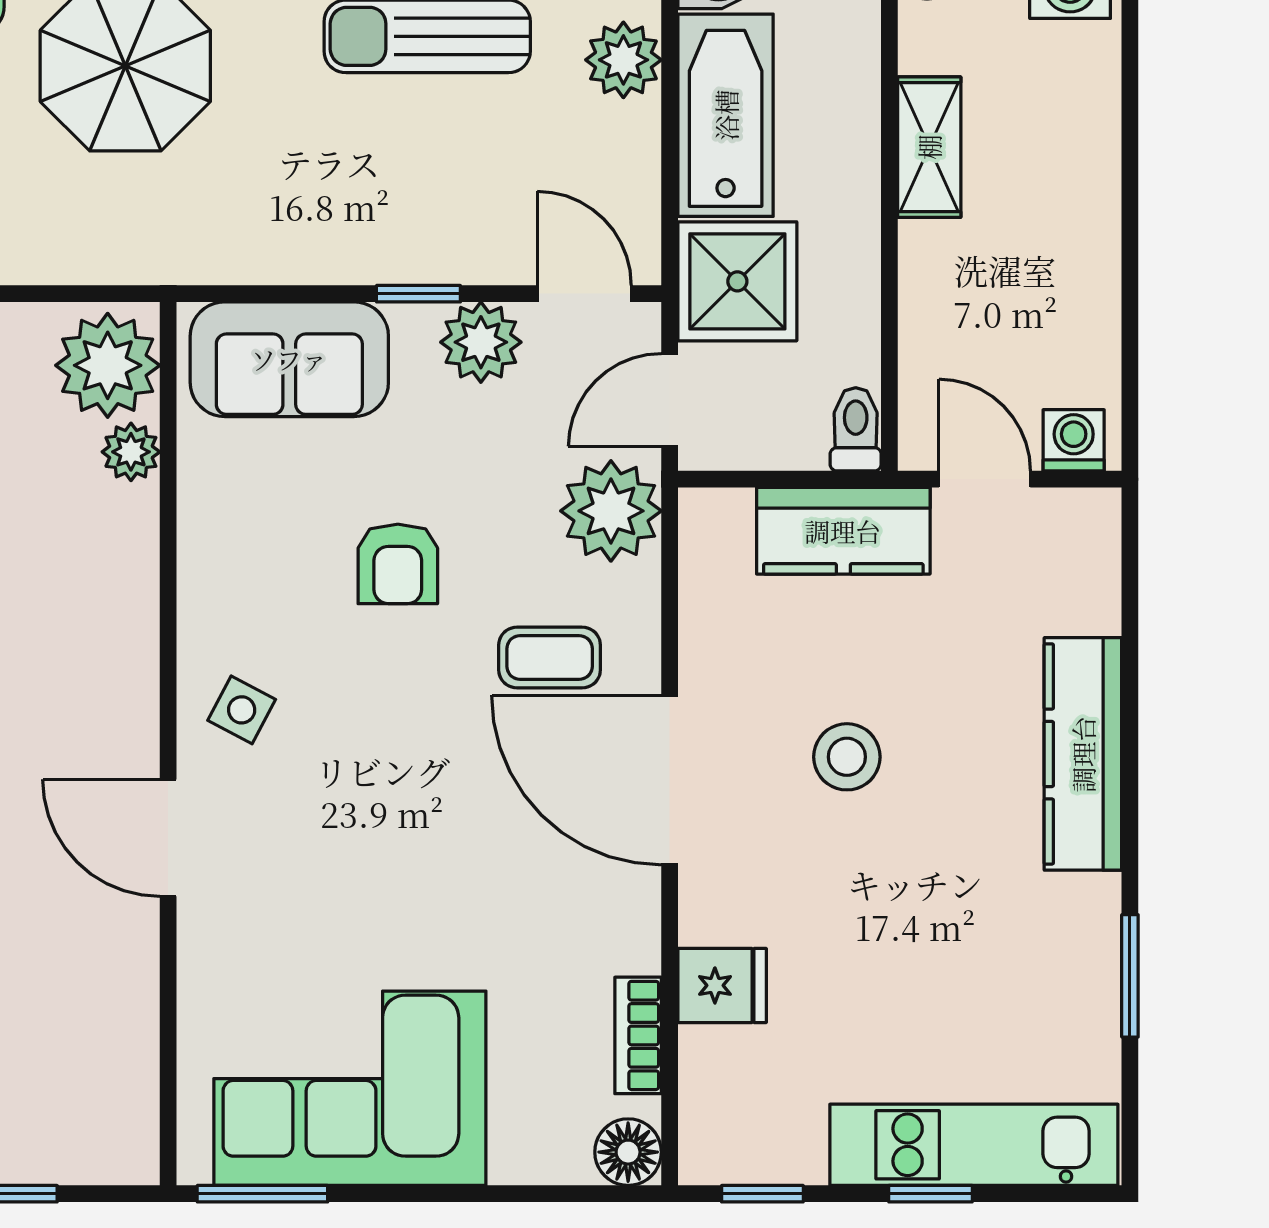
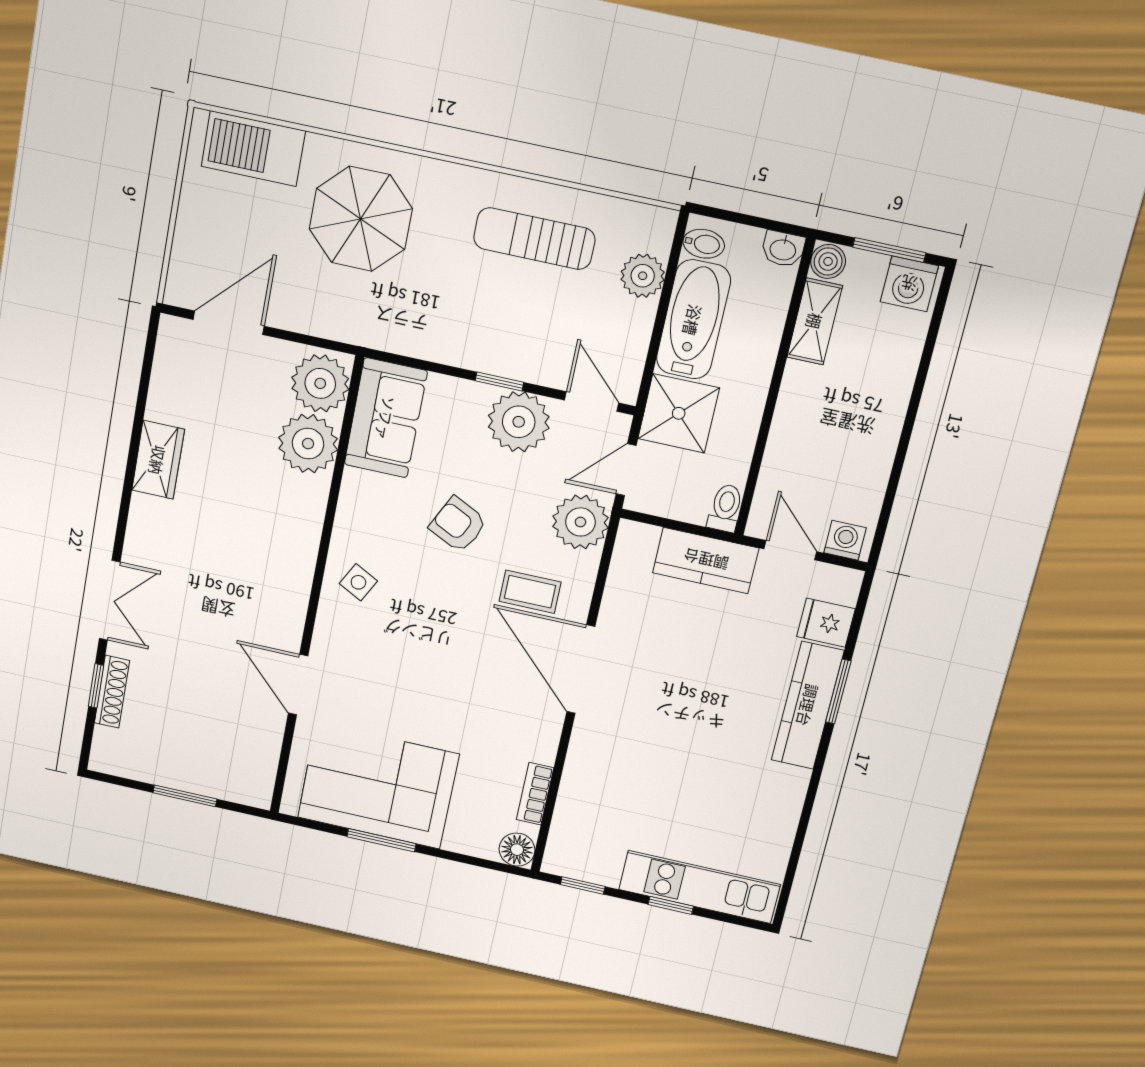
shelving: (929, 147) -> (815, 321), moved
plant: (481, 342) -> (519, 422), width x1.36, depth x1.36
sofa: (289, 359) -> (386, 418), moved, turned -90
plant: (131, 452) -> (308, 444), width x1.87, depth x1.87
armchair: (398, 564) -> (458, 525), turned 116
stool: (847, 757) -> (679, 679), removed
door: (168, 838) -> (298, 685), moved
window: (1130, 976) -> (838, 691), moved
fridge: (722, 985) -> (826, 623), moved, turned 180
window: (262, 1194) -> (381, 840), moved

